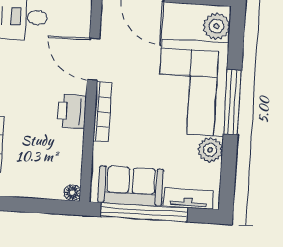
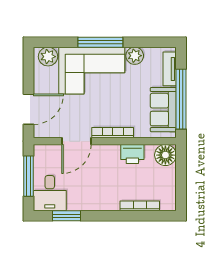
printer: (72, 111) -> (132, 154), moved
floor lamp: (72, 193) -> (165, 155), width x1.89, depth x1.89

